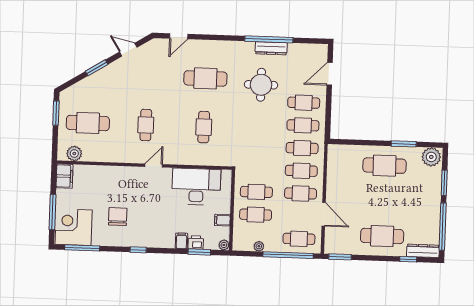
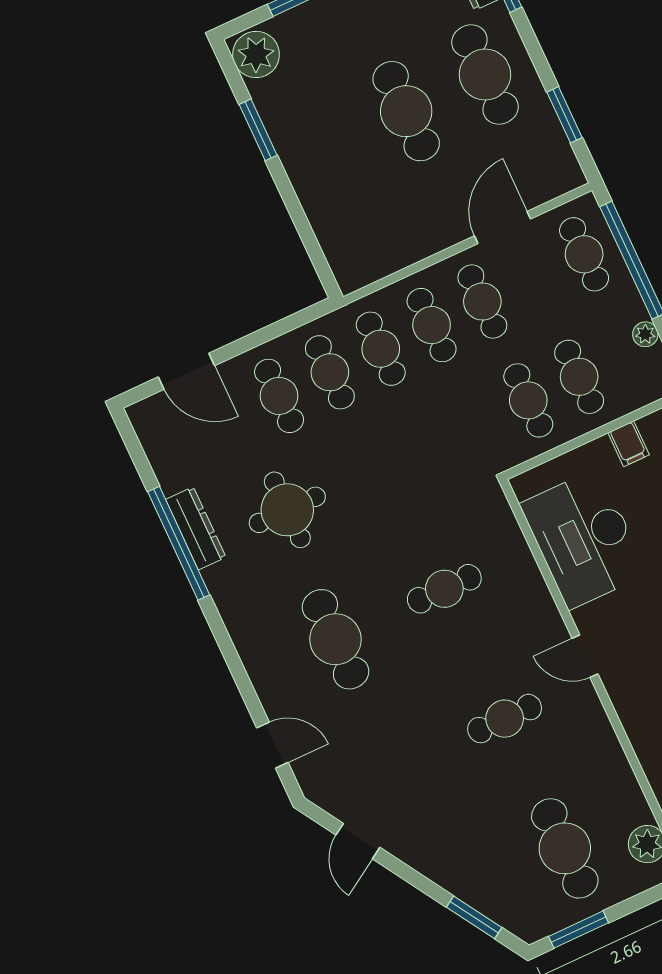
window: (97, 68) -> (474, 917), moved
cafe table: (385, 166) -> (406, 111), moved
window: (340, 257) -> (565, 115), moved

